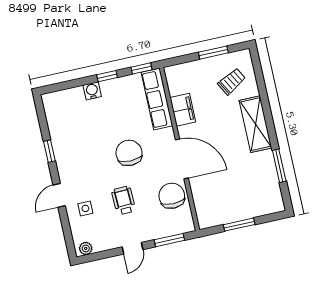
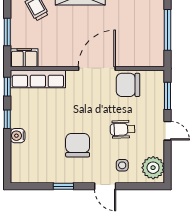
window: (213, 53) -> (7, 32), moved
filing cabinet: (183, 110) -> (24, 58), moved
chair: (129, 153) -> (78, 145), moved, turned 90
window: (239, 225) -> (168, 30), width x1.44
plant: (86, 248) -> (153, 168), width x1.88, depth x1.88

